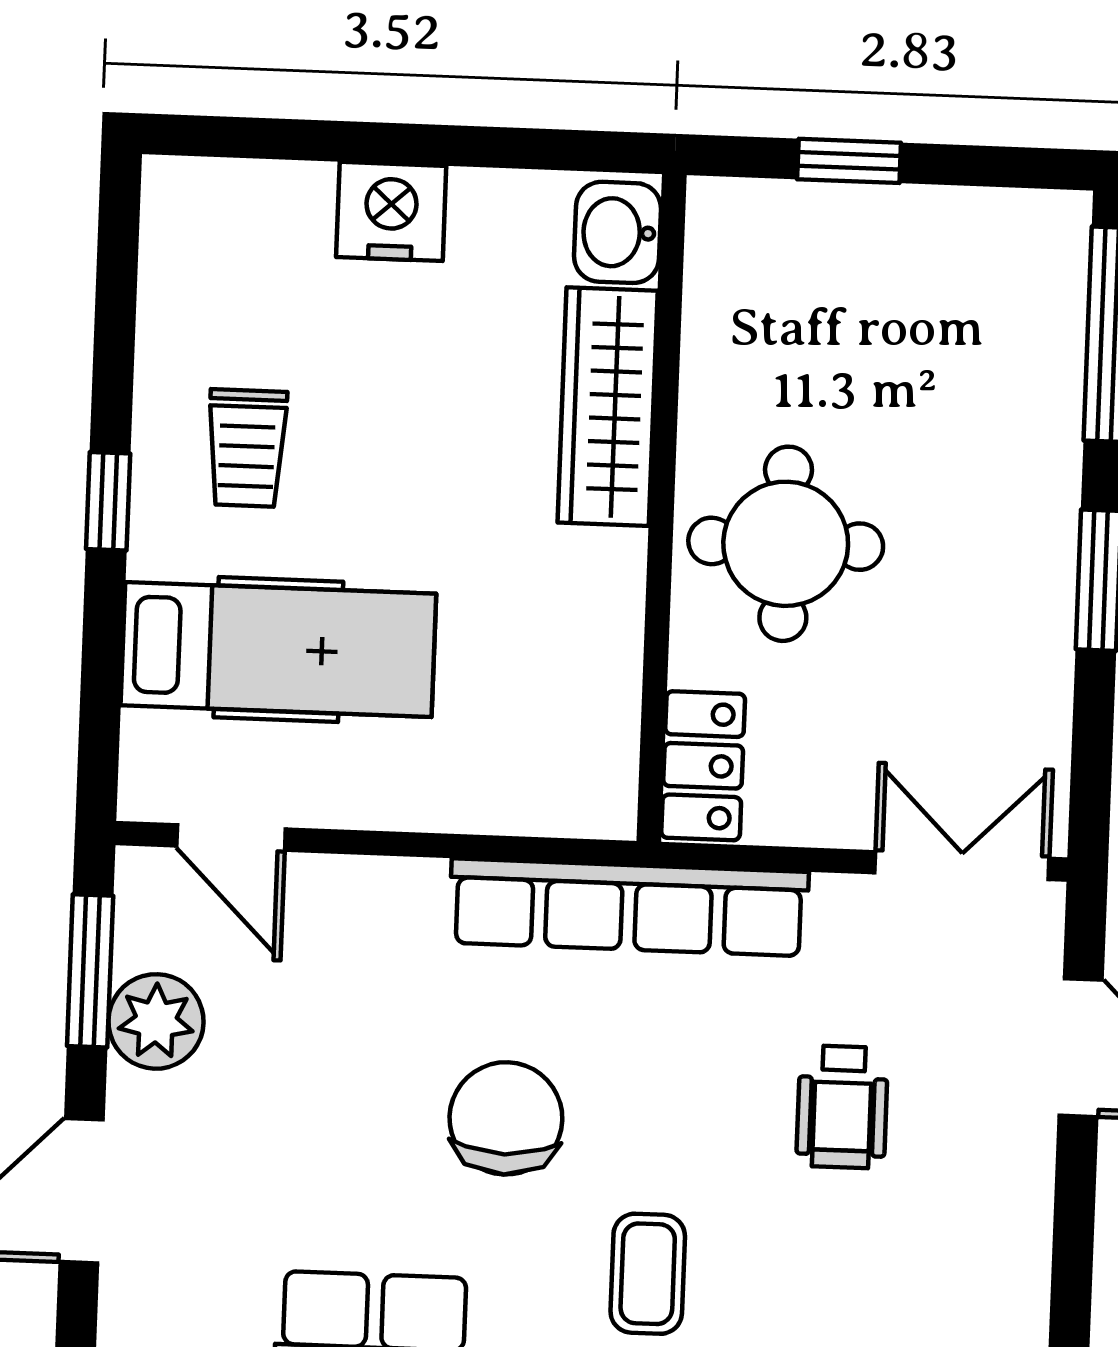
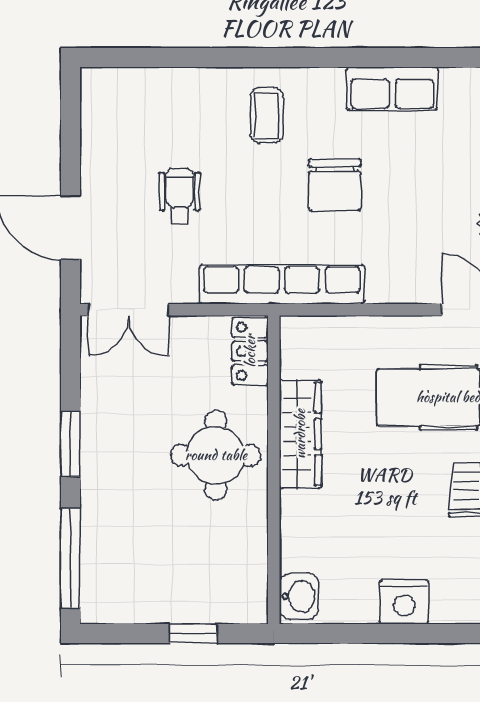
wardrobe: (608, 407) -> (300, 434), moved

